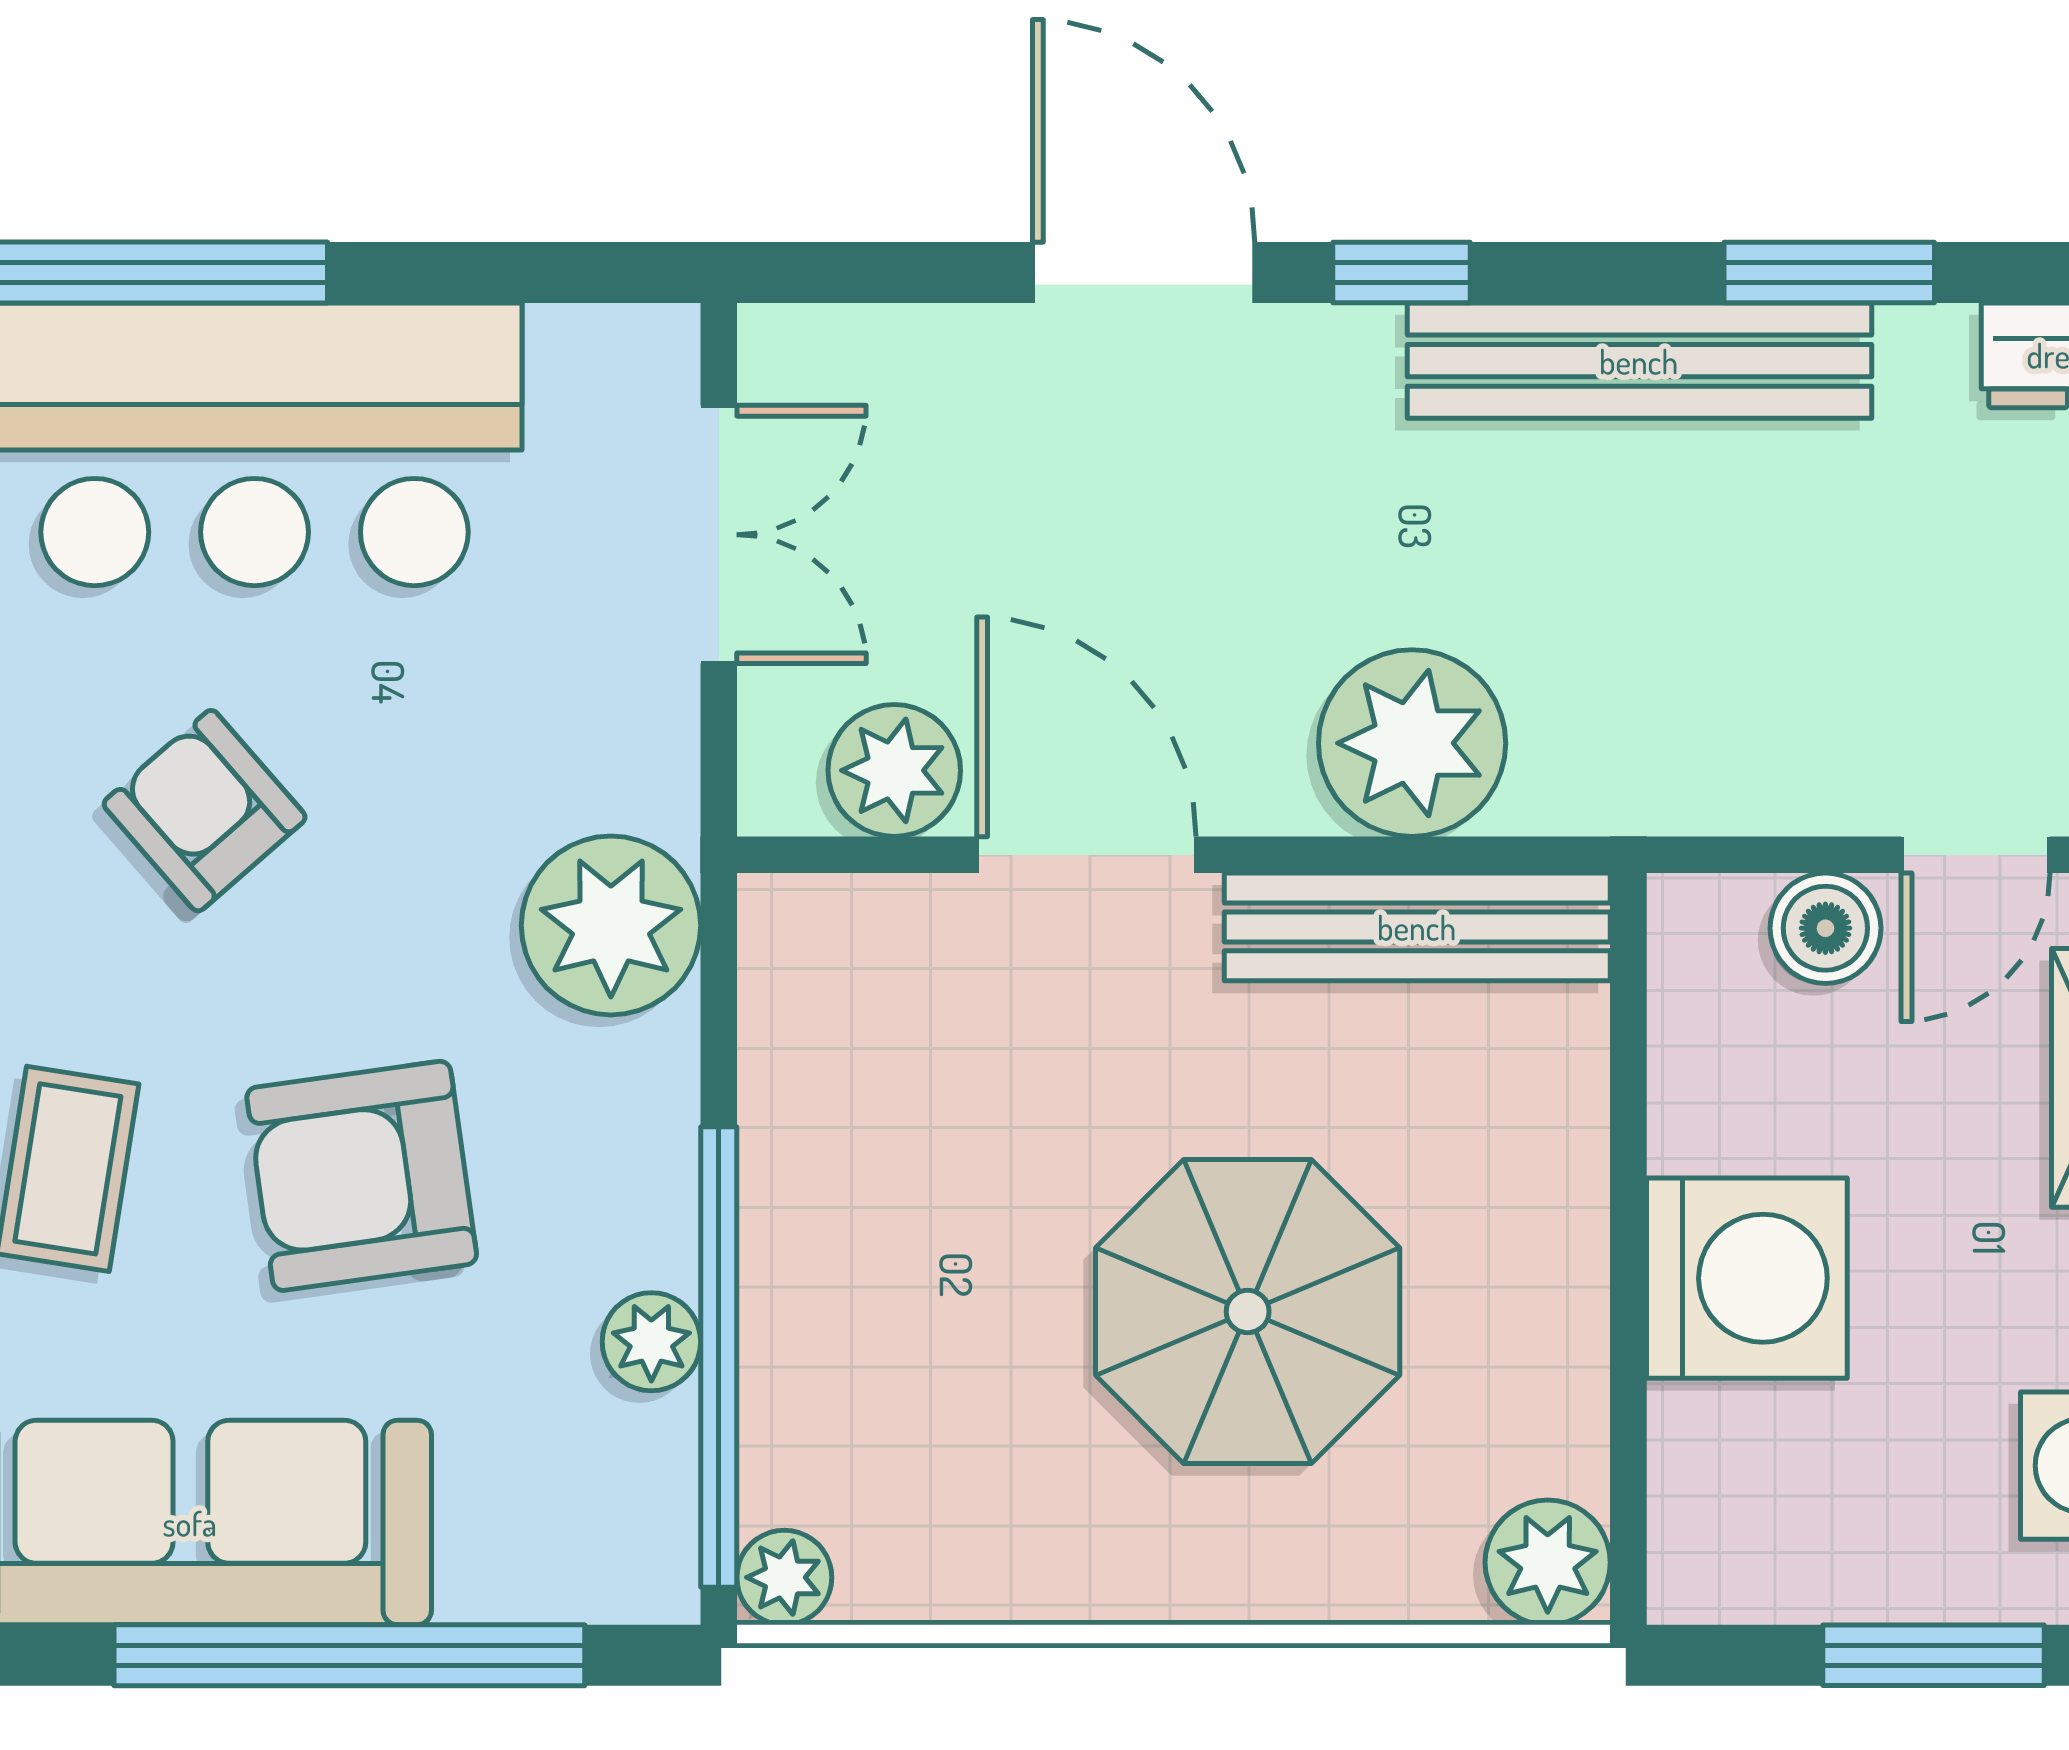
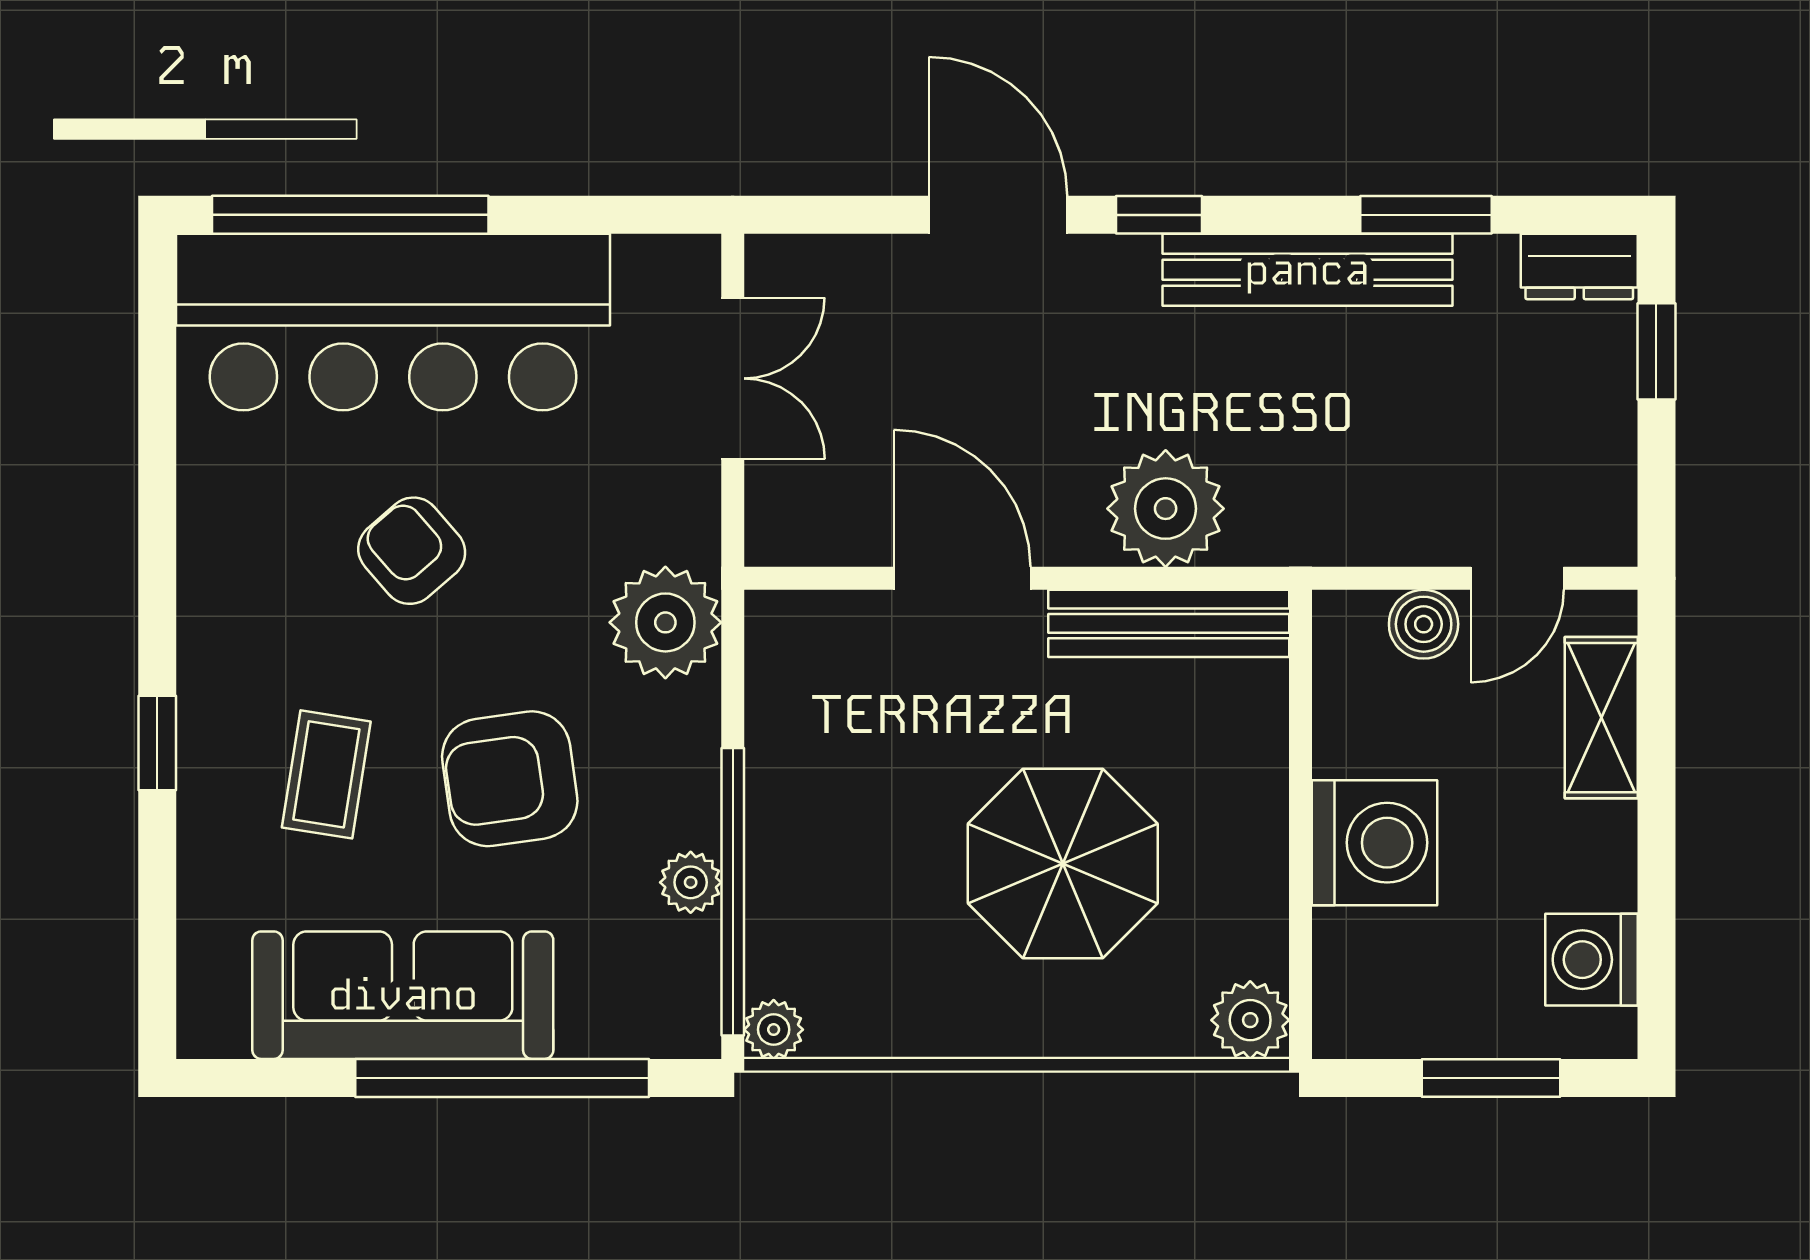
plant: (894, 770) -> (842, 526), removed

